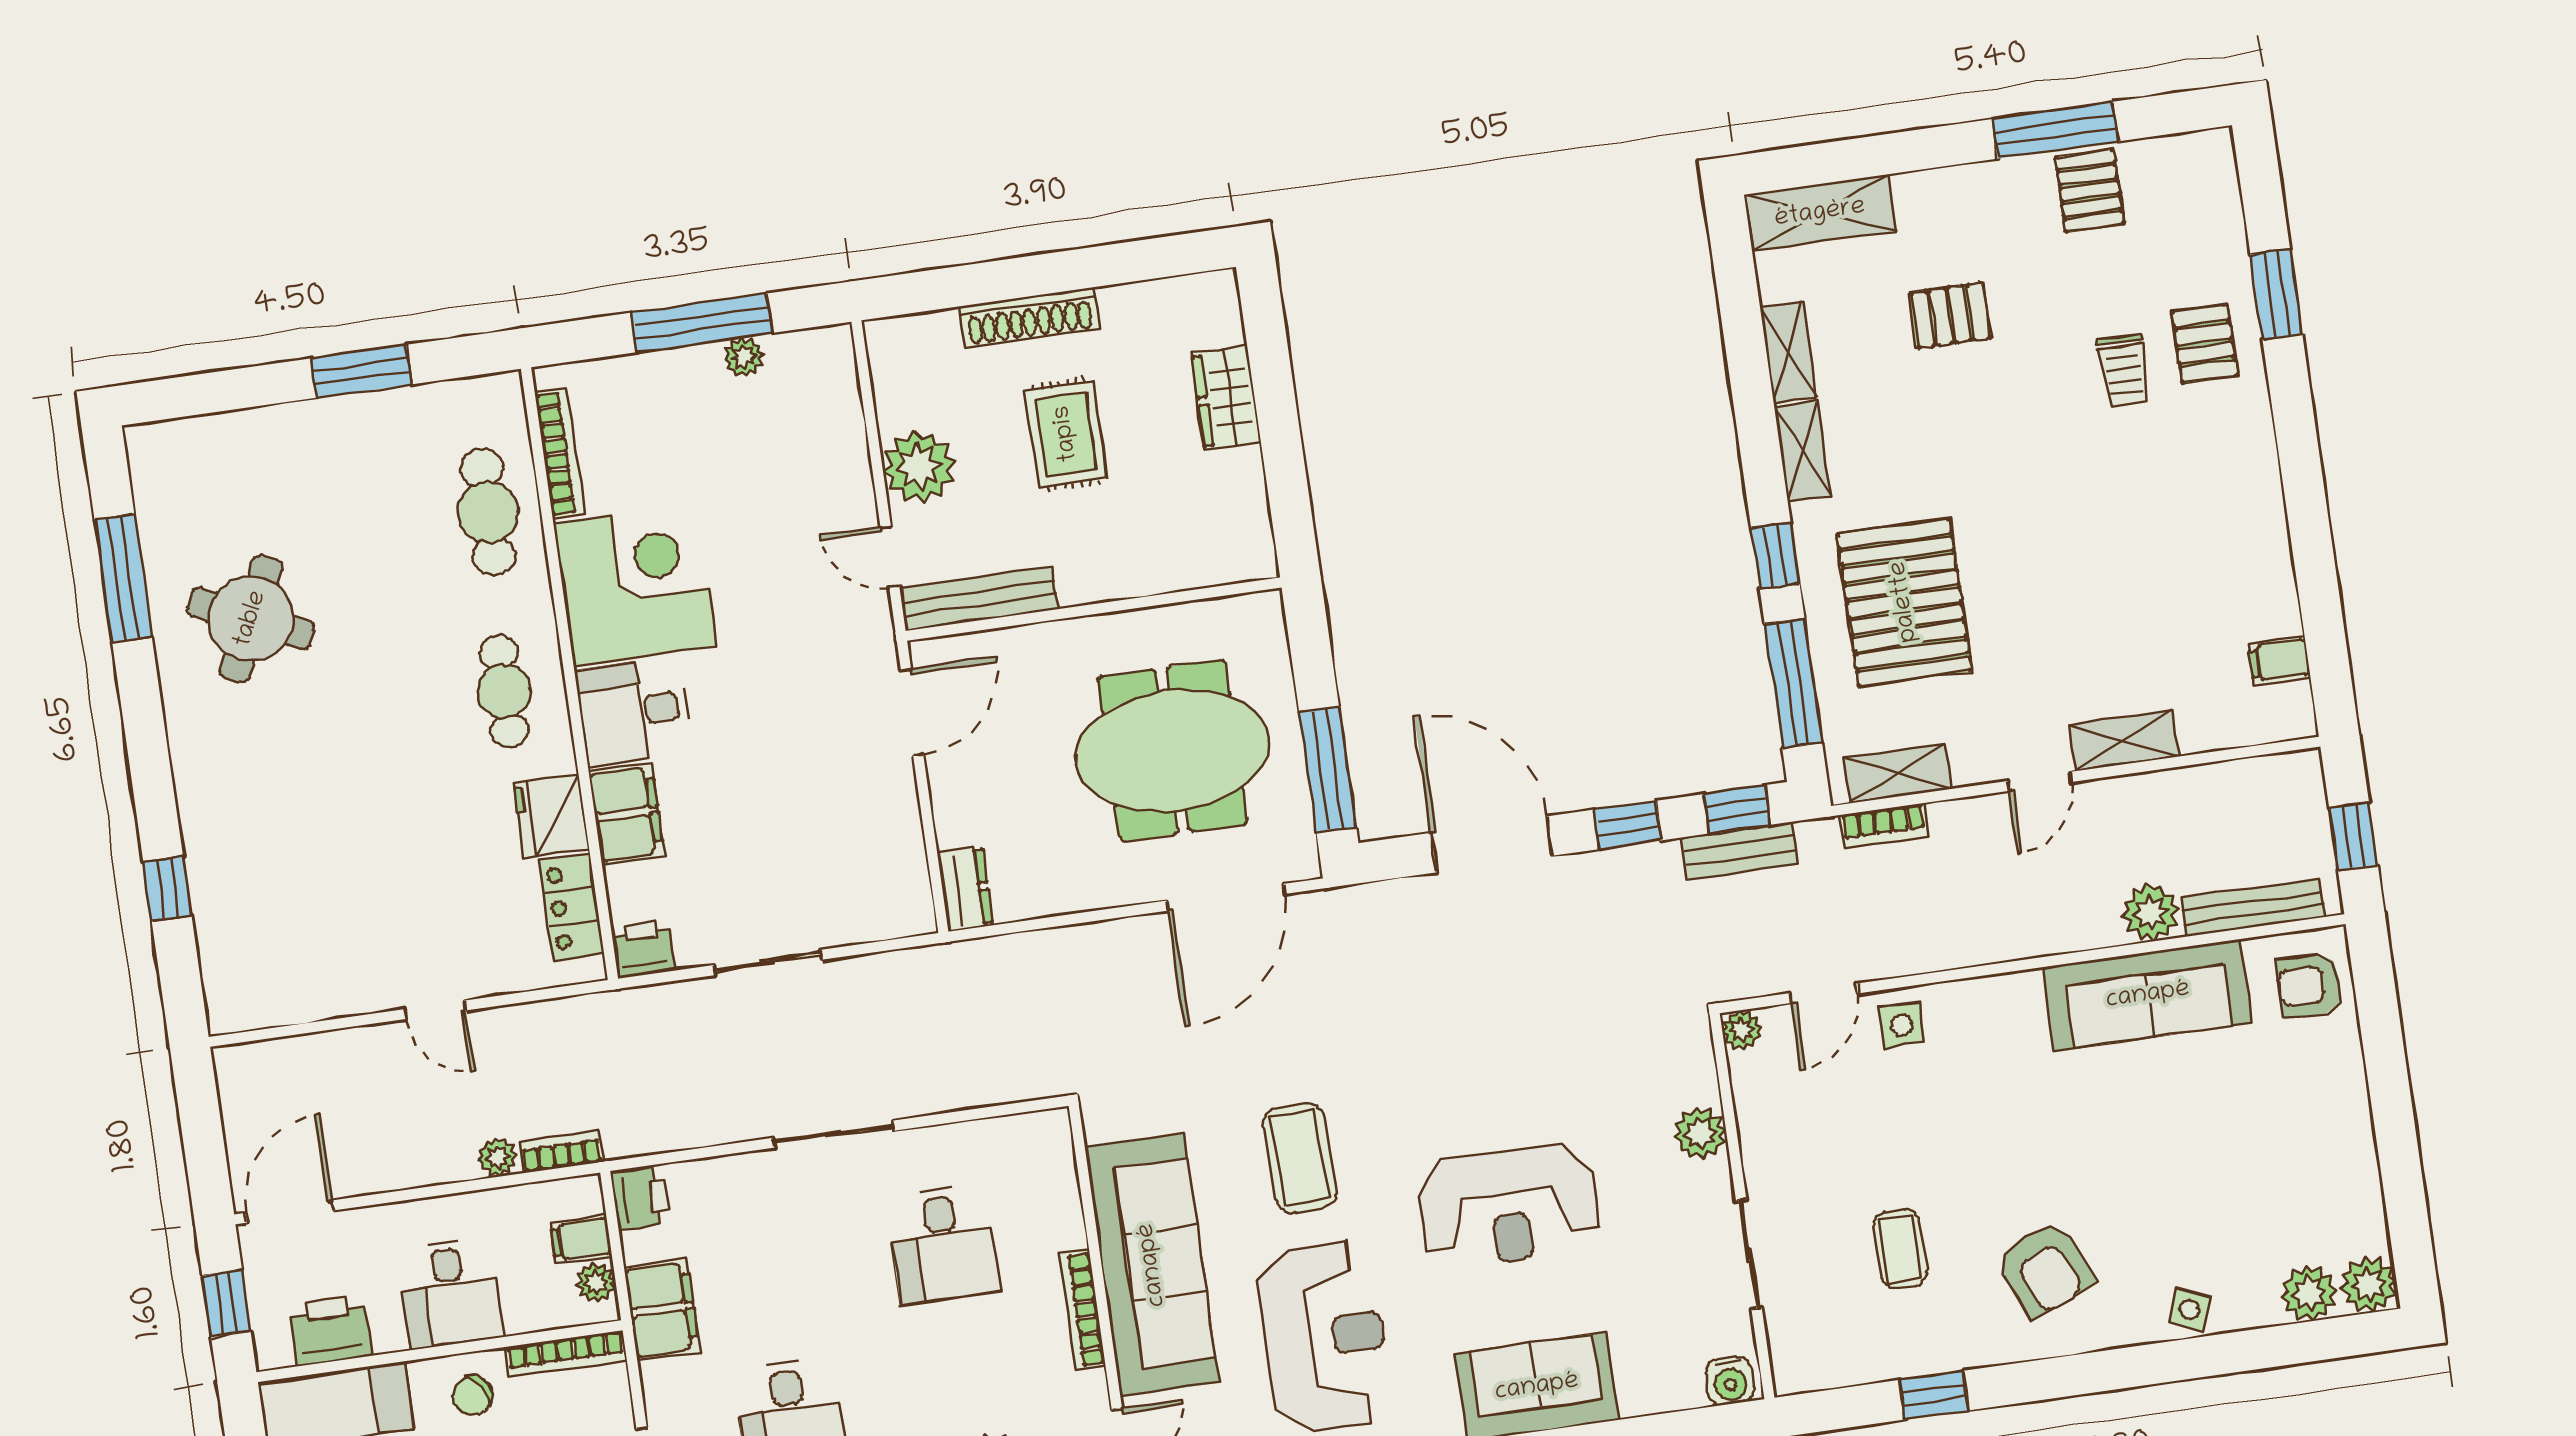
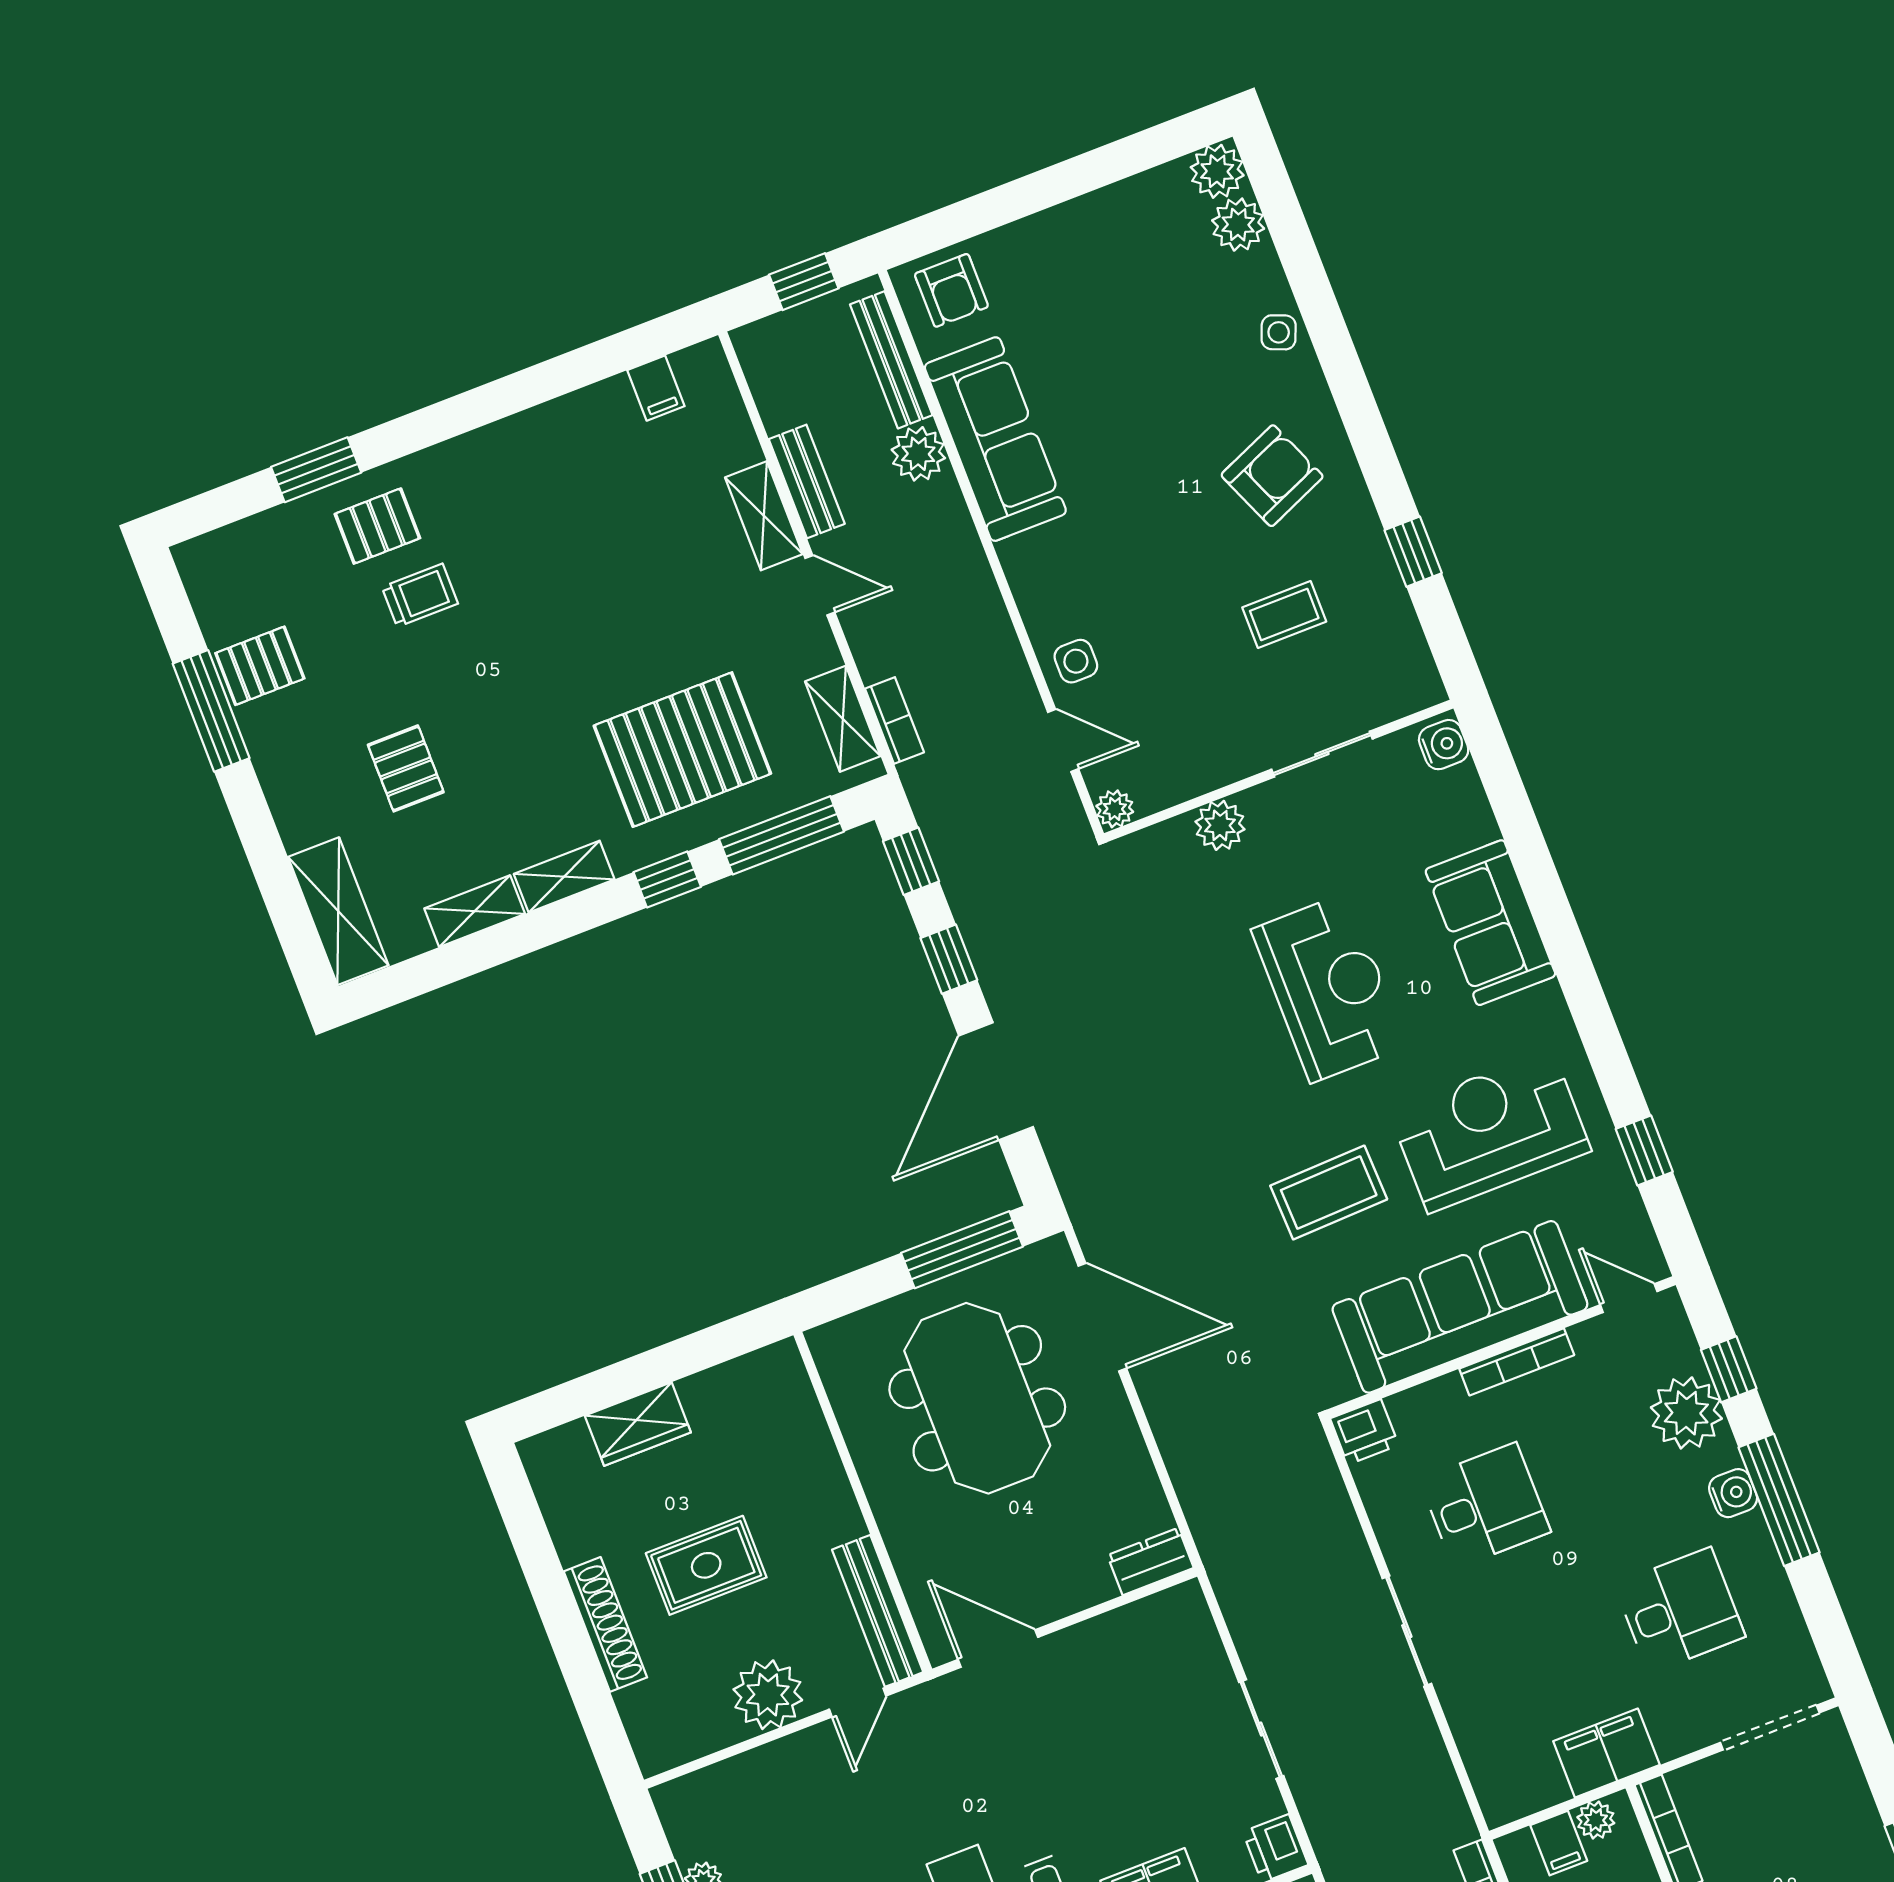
bench: (1740, 851) -> (807, 481), moved
printer: (640, 1198) -> (1364, 1432), moved, turned 180

